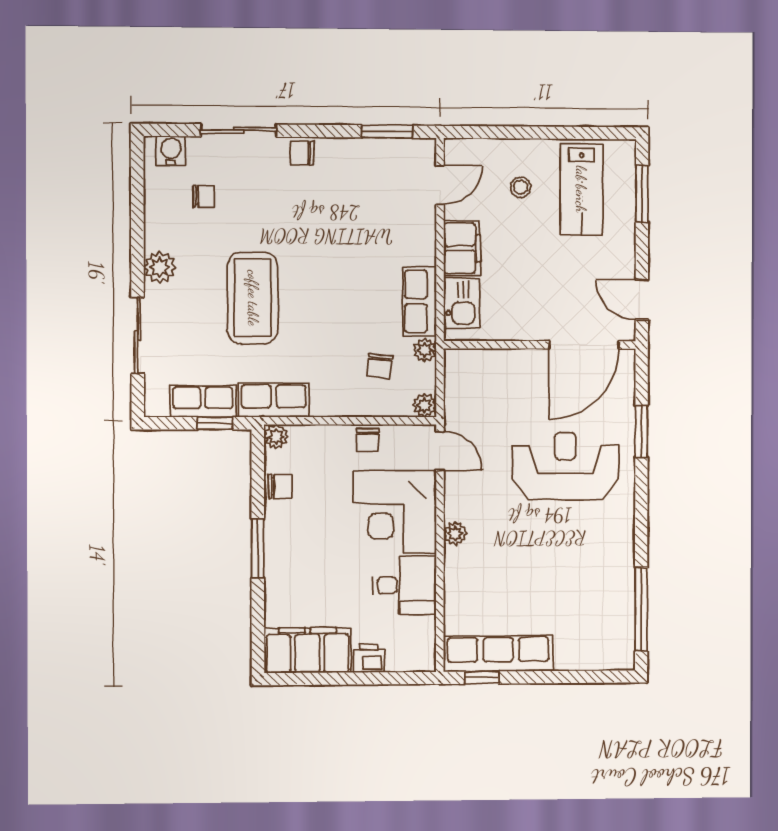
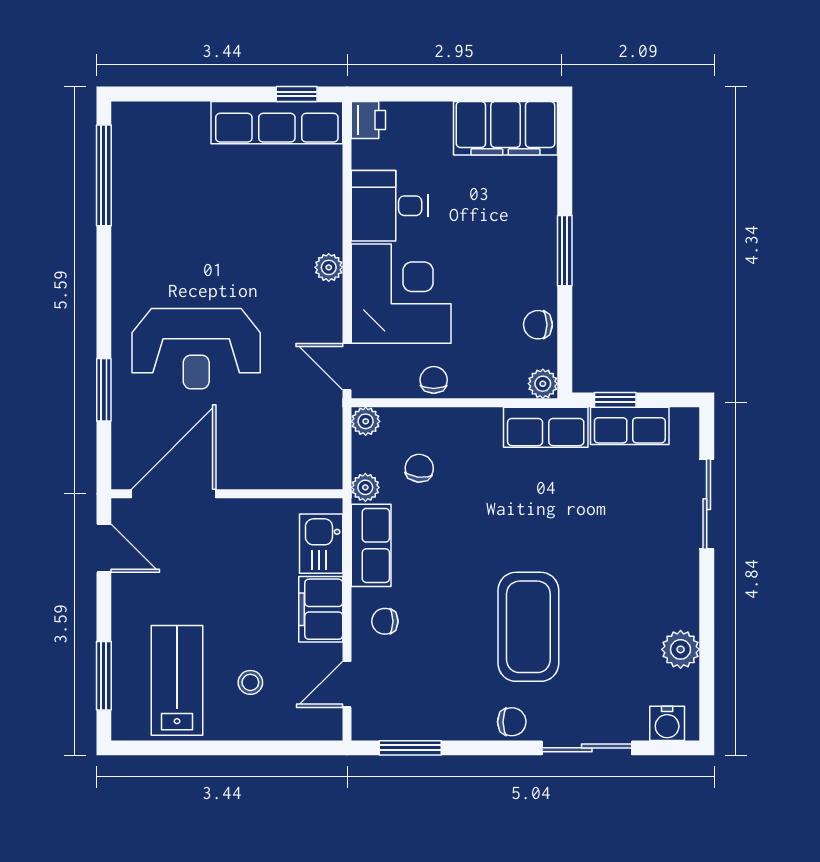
chair: (204, 196) -> (385, 621), moved
plant: (160, 267) -> (681, 649), moved
coffee table: (253, 298) -> (528, 627), moved
printer: (369, 658) -> (368, 120), moved, turned -90

